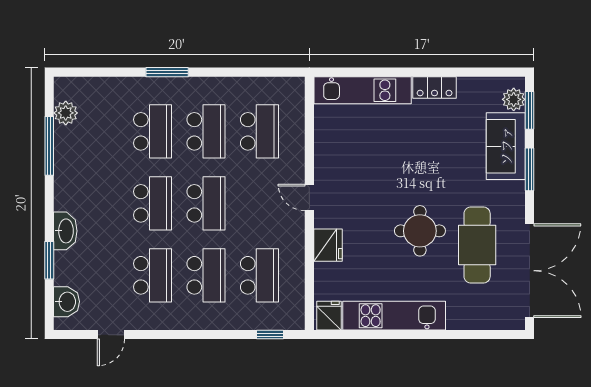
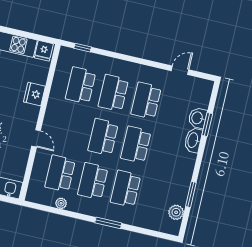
plant: (247, 85) -> (61, 203), added
window: (49, 146) -> (191, 195), width x0.69
door: (309, 197) -> (36, 138), moved
washbasin: (67, 302) -> (198, 118), moved

